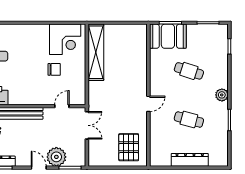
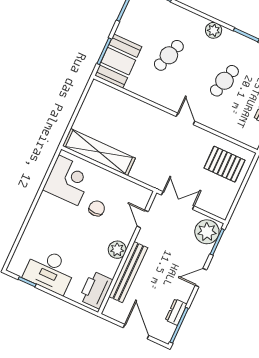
plant: (31, 98) -> (117, 250), added
plant: (56, 157) -> (207, 232), moved

